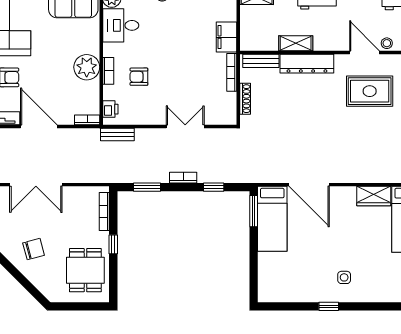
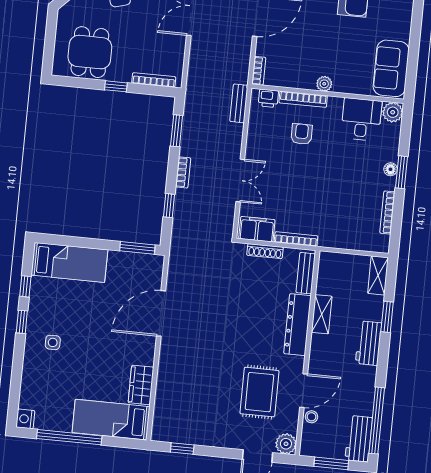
filing cabinet: (227, 37) -> (257, 229), moved
plant: (87, 67) -> (324, 84), width x0.53, depth x0.53
bookcase: (108, 71) -> (303, 99), width x1.56
bed: (272, 219) -> (69, 262), moved, turned 180
dining table: (85, 270) -> (90, 52), turned 90
window: (297, 306) -> (25, 286), added

